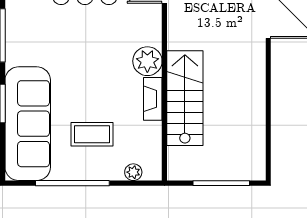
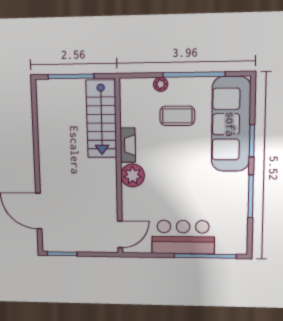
stairs: (185, 98) -> (101, 119), moved
plant: (133, 172) -> (161, 84), moved

